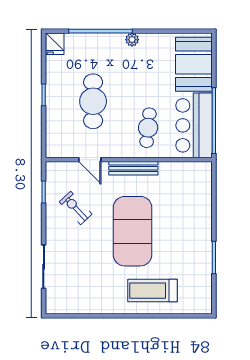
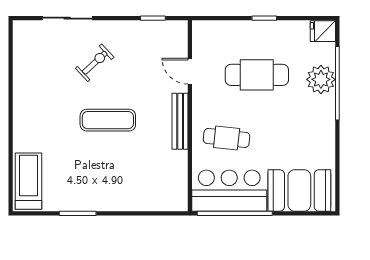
plant: (132, 40) -> (321, 79), moved, width x1.88, depth x1.88
door: (90, 160) -> (190, 71), hinge flipped
exercise bike: (76, 208) -> (95, 63), moved
exercise mat: (133, 231) -> (108, 120), width x0.50, depth x0.69
treadmill: (152, 291) -> (28, 181), moved

